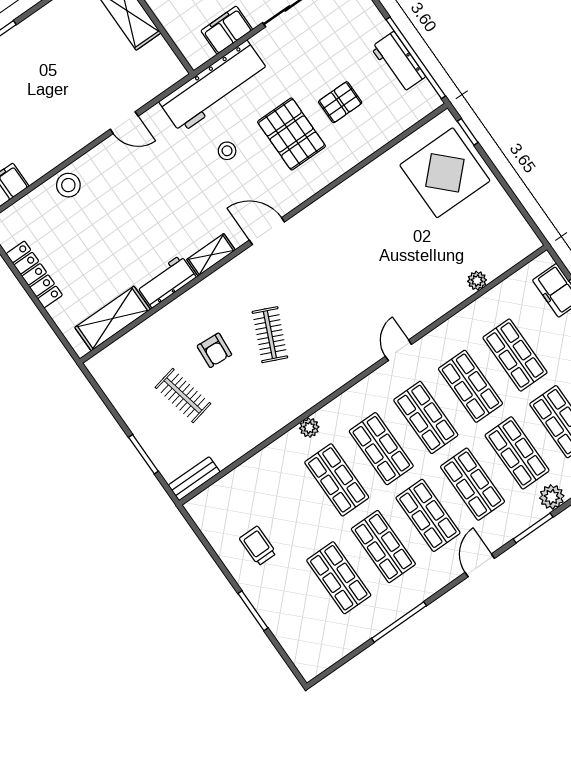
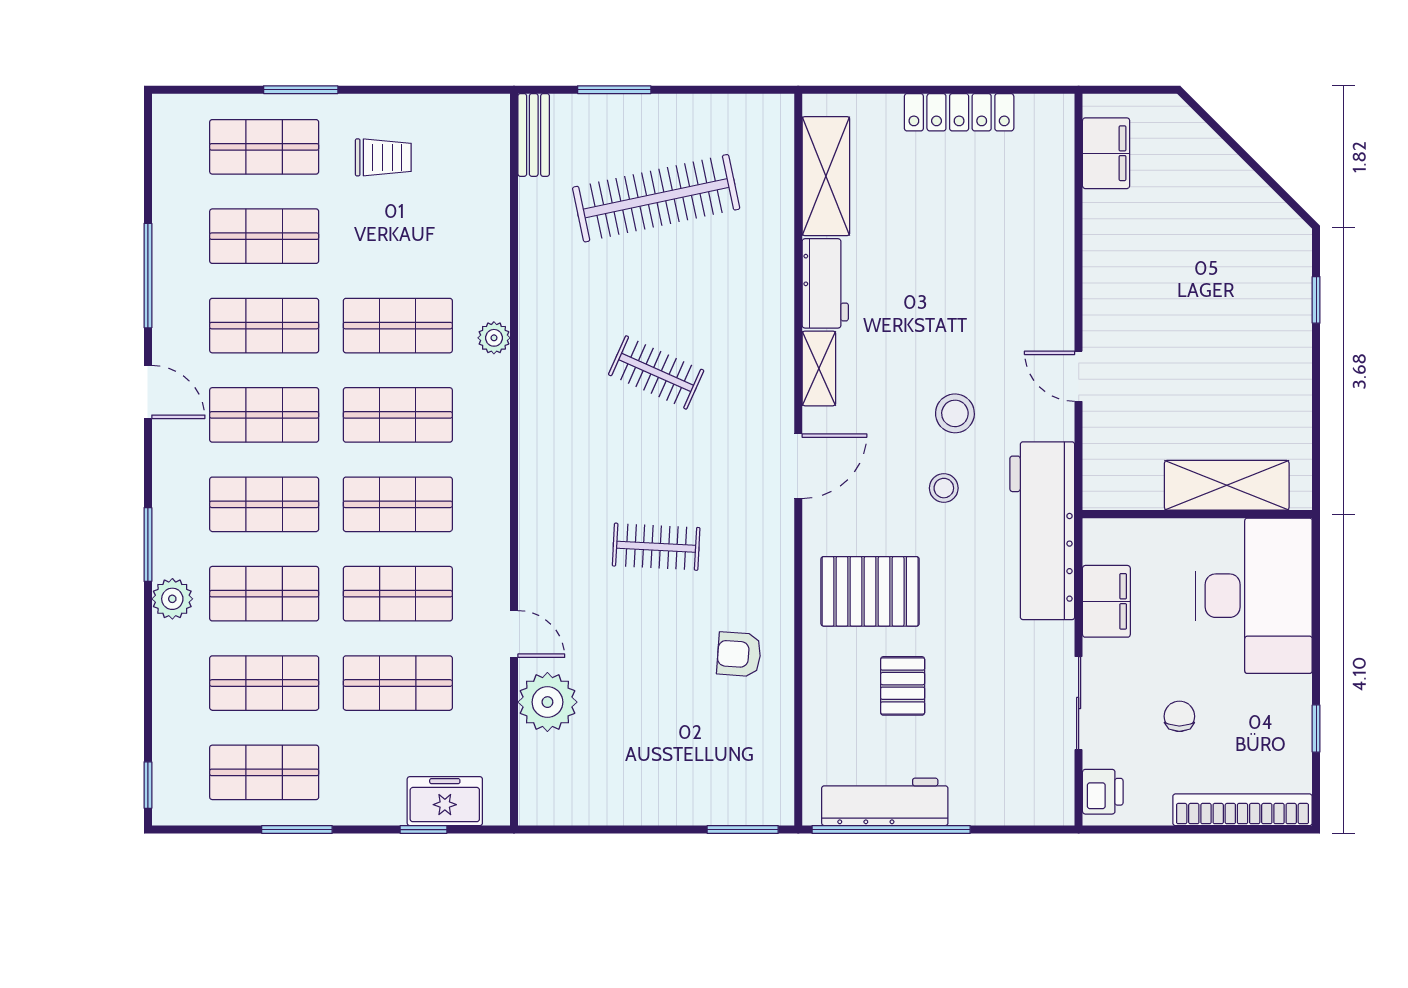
workbench: (398, 62) -> (885, 802), width x1.38
door: (124, 123) -> (1079, 376), hinge flipped
window: (468, 132) -> (743, 830), width x1.50
pallet: (292, 134) -> (870, 591), moved
display table: (445, 173) -> (709, 760), removed
stool: (68, 185) -> (955, 413), moved
clothes rail: (357, 274) -> (656, 547), added
plant: (477, 281) -> (547, 702), width x1.88, depth x1.88
armchair: (214, 350) -> (739, 654), moved
door: (398, 350) -> (514, 634), moved
clothes rail: (183, 396) -> (656, 198), width x1.86, depth x1.31
door: (480, 565) -> (148, 392), moved
shop shelf: (294, 609) -> (264, 147), added

